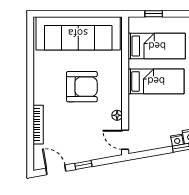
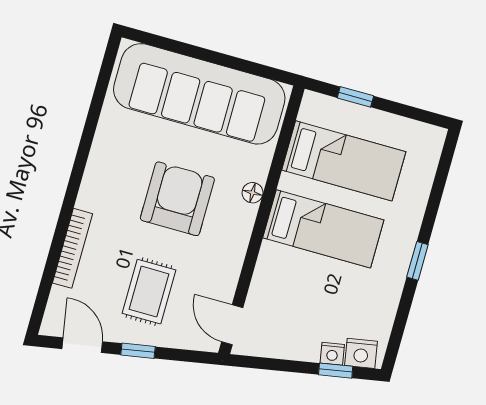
armchair: (82, 87) -> (177, 199), turned -90
floor lamp: (117, 115) -> (253, 193), moved
rug: (81, 135) -> (149, 292), added

